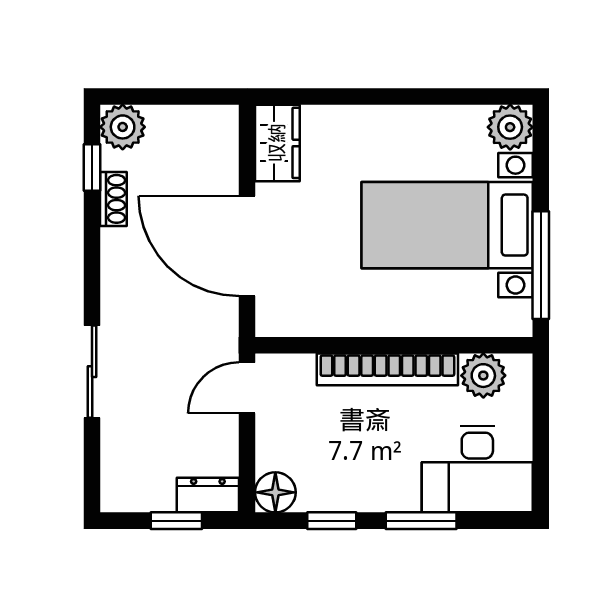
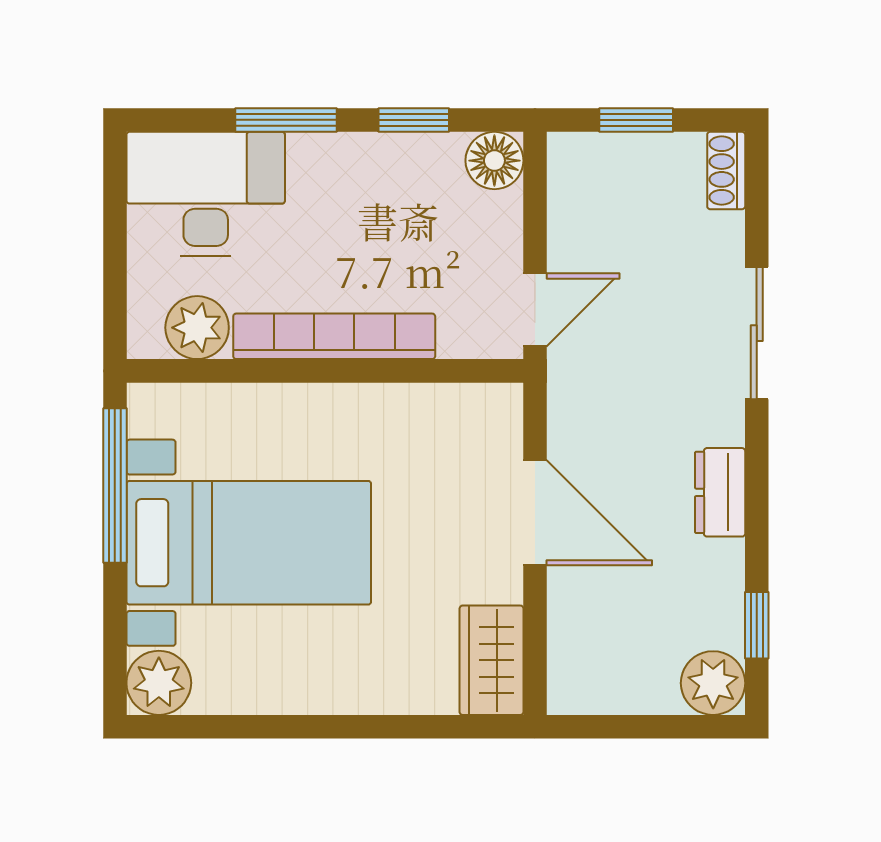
shoe rack: (113, 199) -> (726, 170), moved
door: (247, 246) -> (535, 513), width x0.73
dresser: (208, 495) -> (720, 492), moved, turned 90

